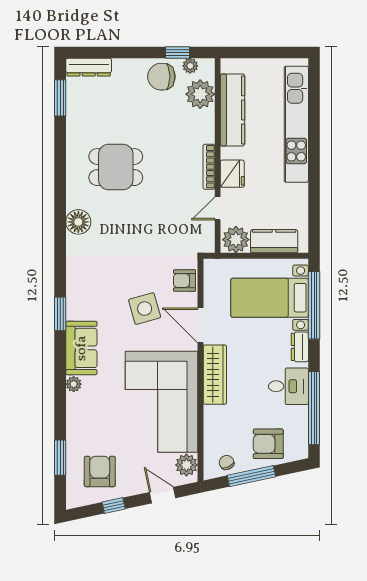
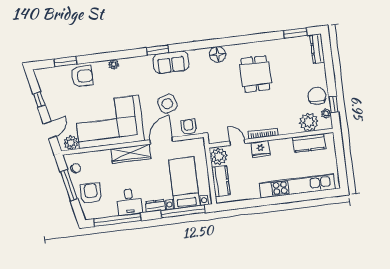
kitchen counter: (233, 110) -> (309, 143), width x0.67
sofa: (81, 348) -> (171, 62), moved
armchair: (100, 471) -> (82, 76), moved

